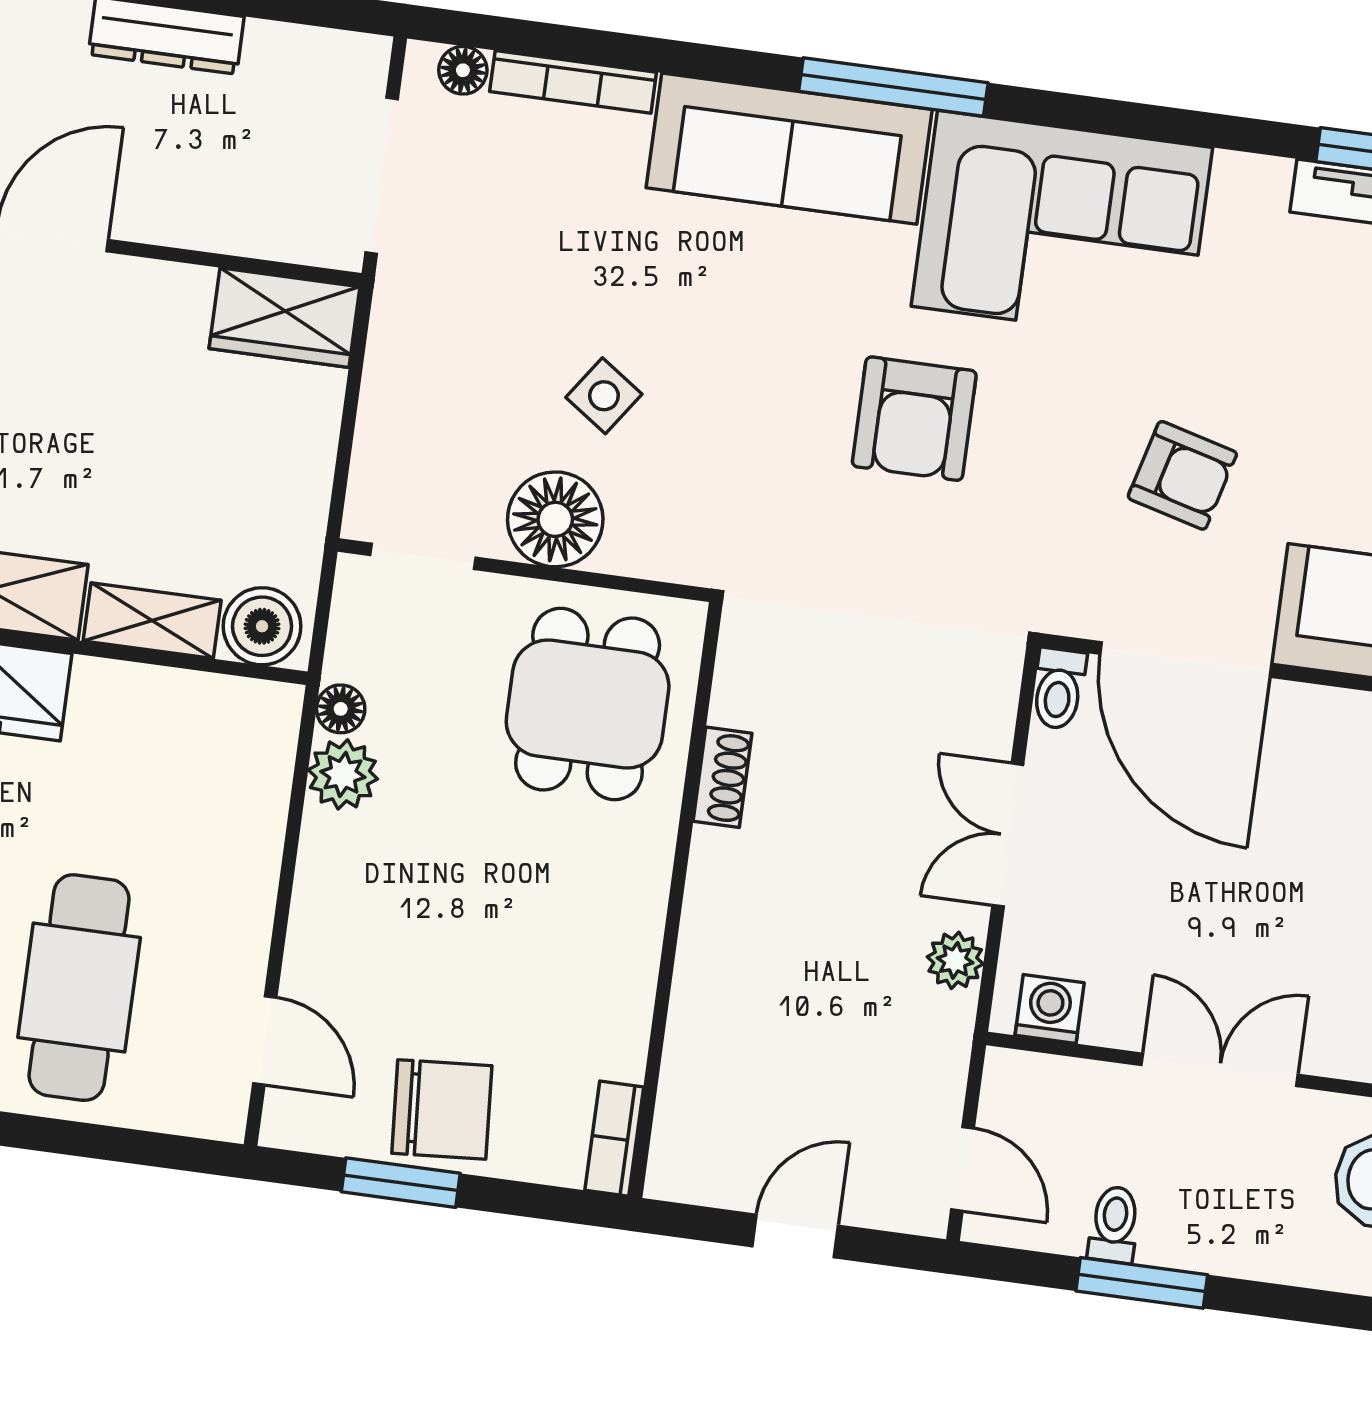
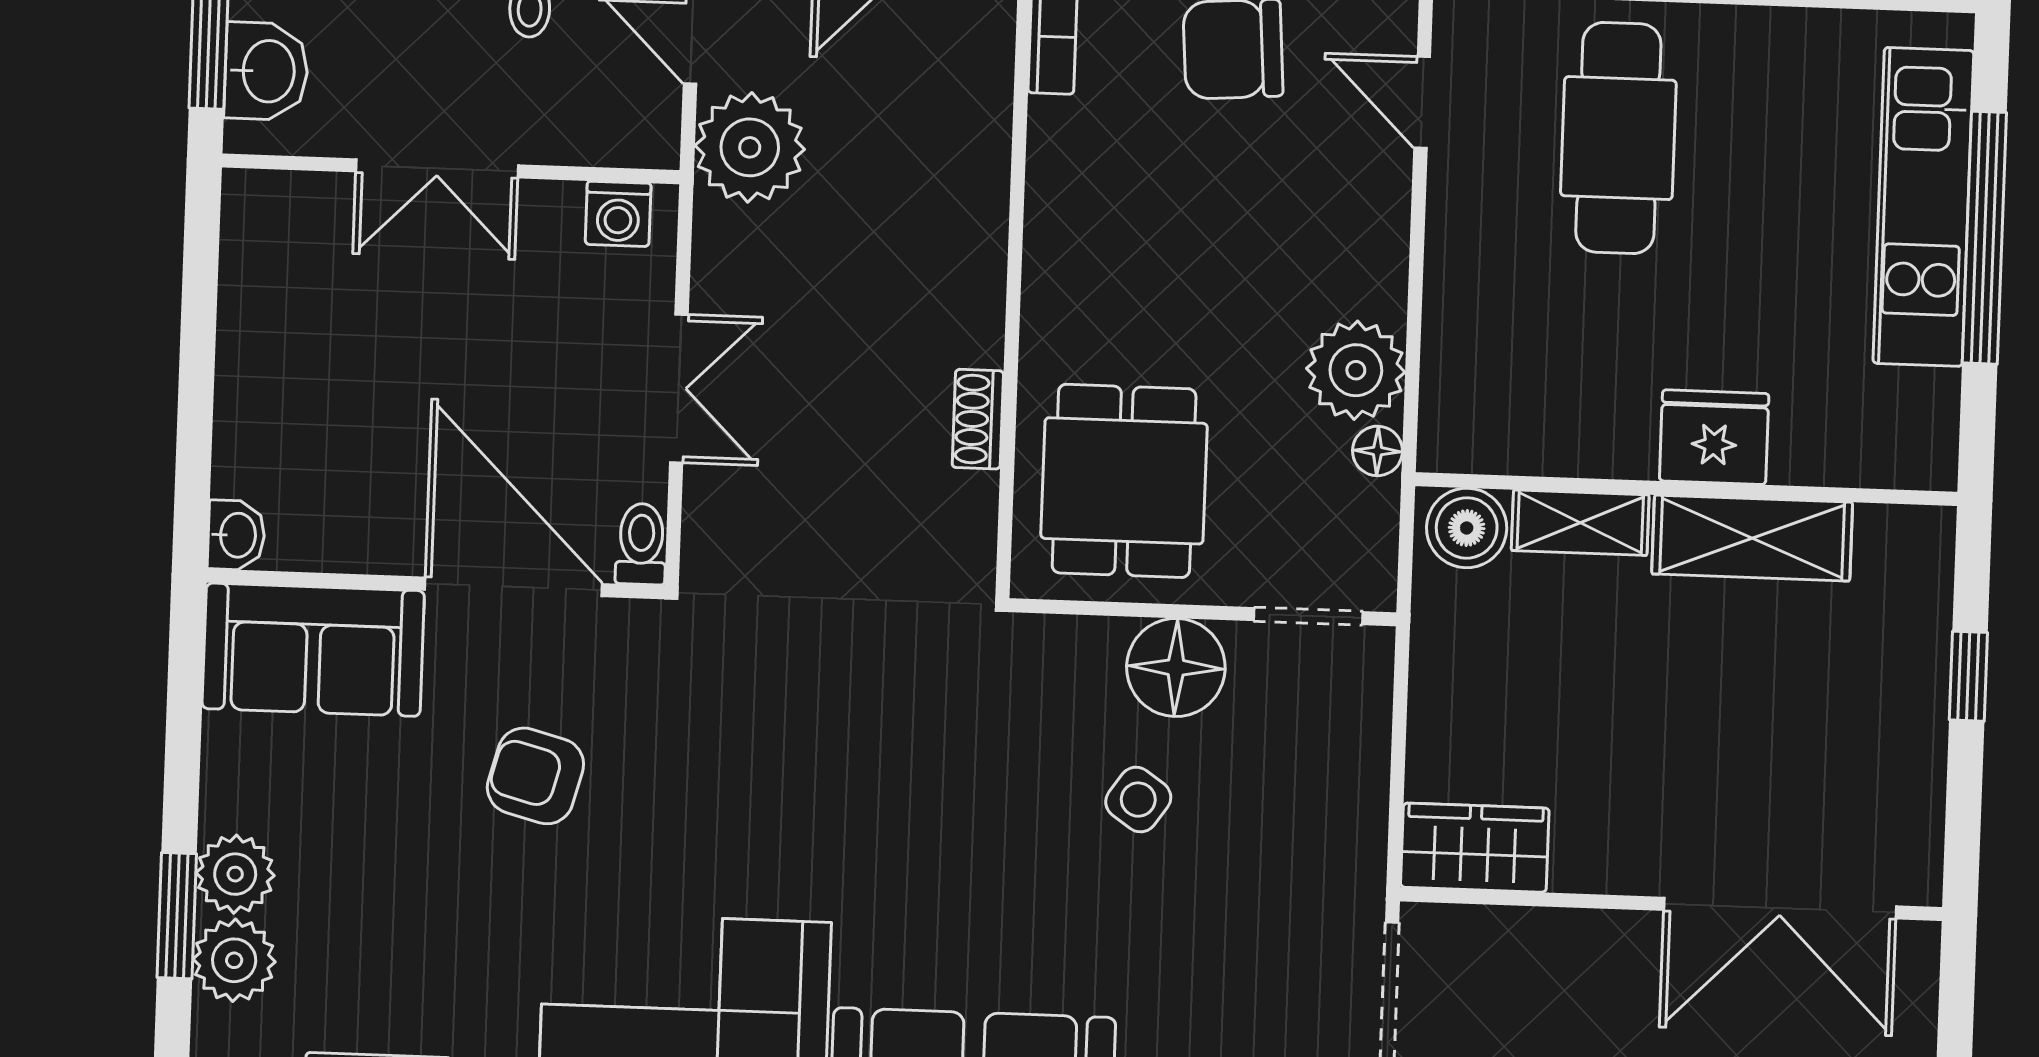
armchair: (914, 419) -> (817, 807), removed
plant: (343, 774) -> (1356, 370), width x1.36, depth x1.36
plant: (955, 960) -> (750, 147), moved, width x1.88, depth x1.88

